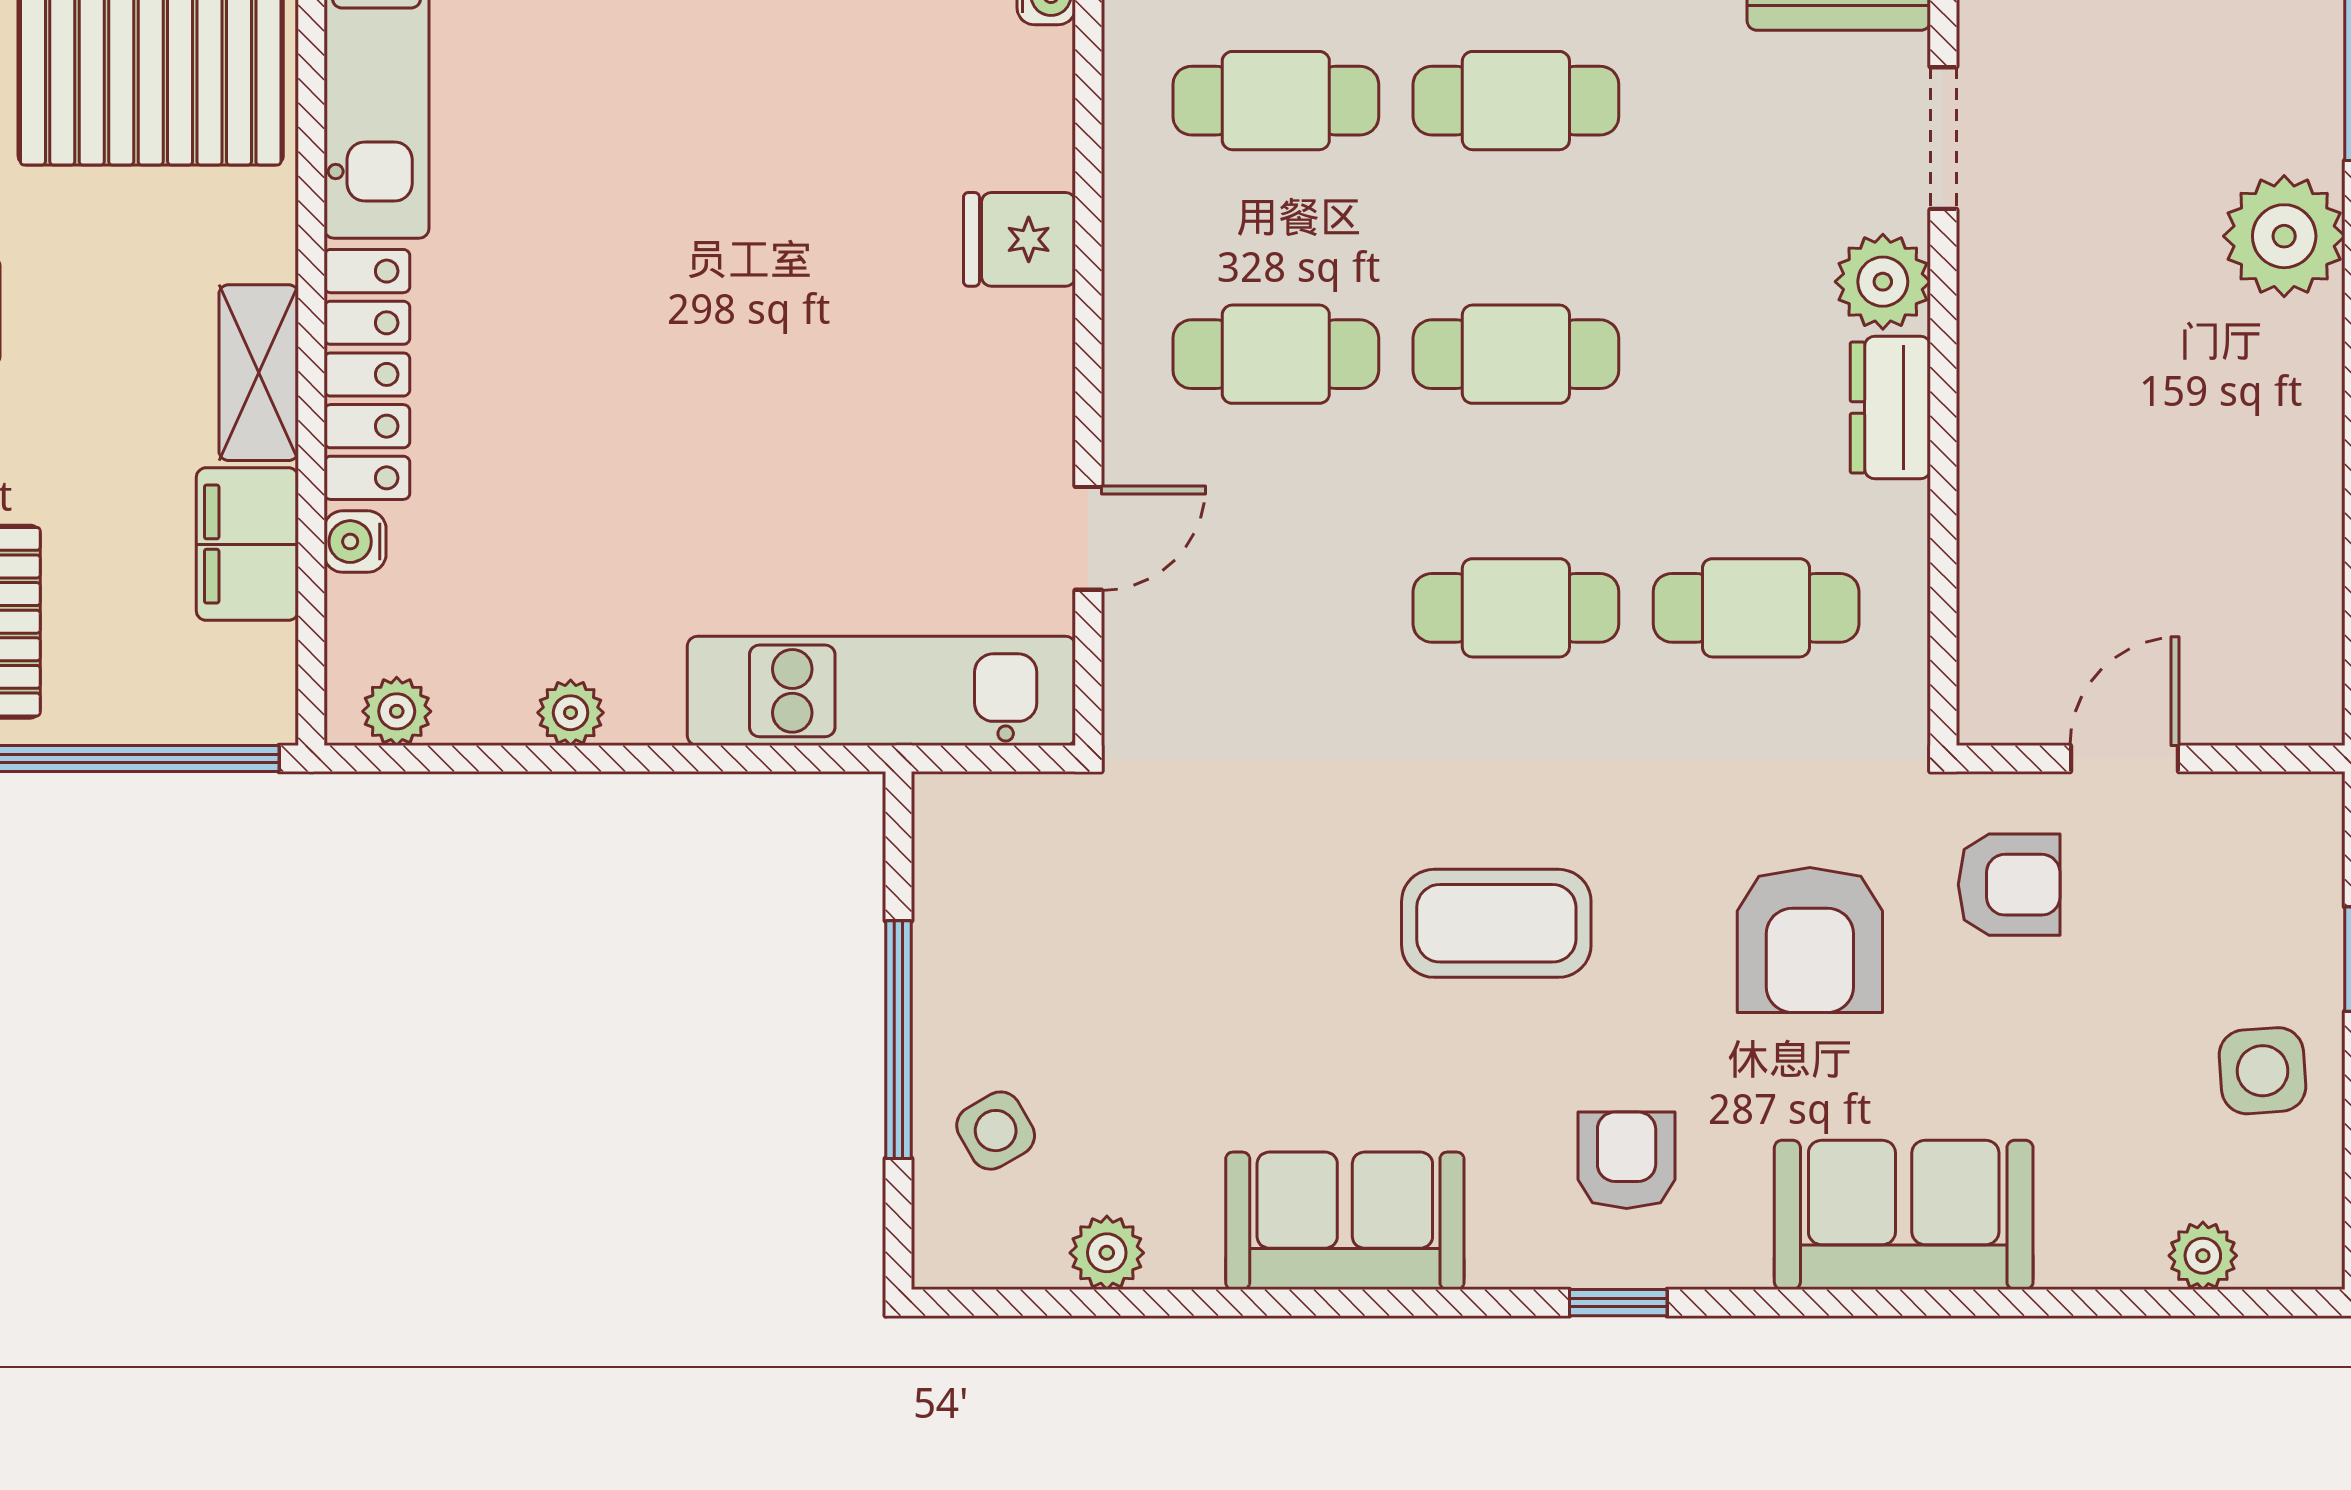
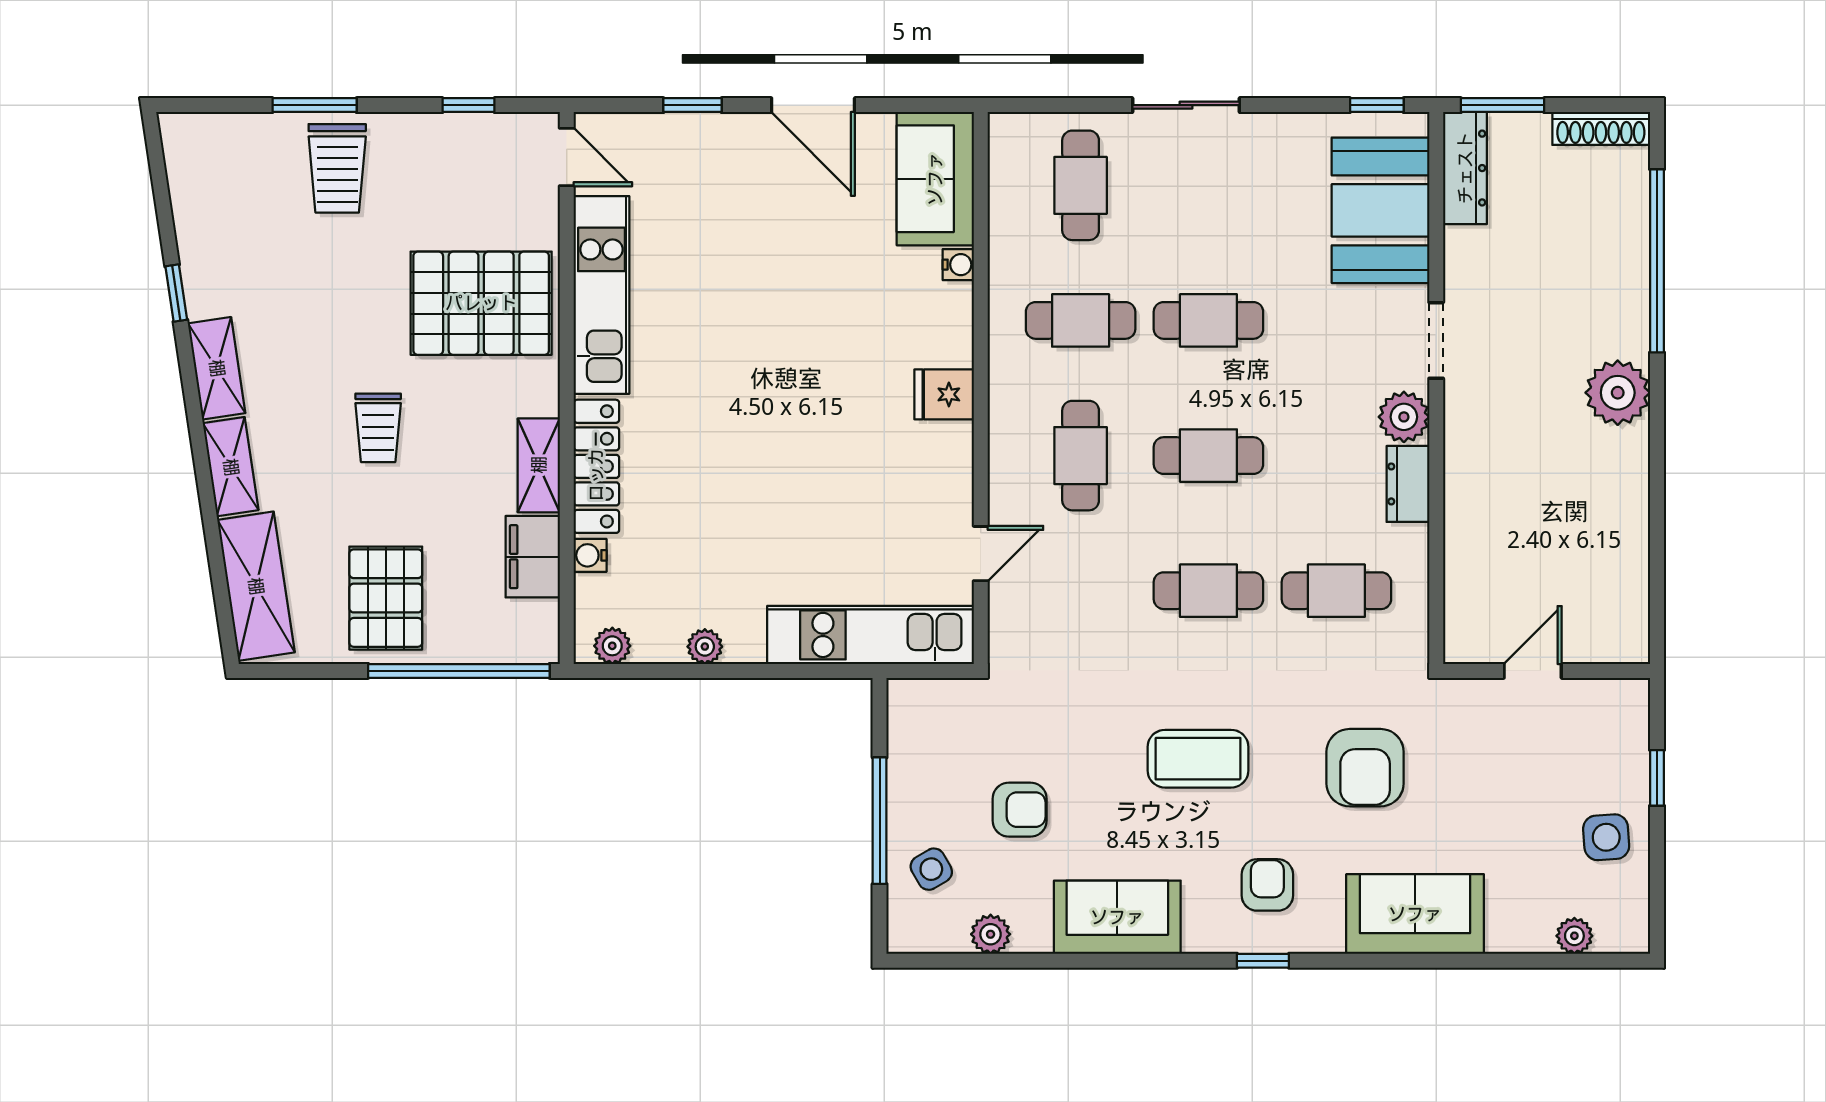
cafe table: (1276, 354) -> (1081, 456), turned 90
armchair: (2009, 885) -> (1020, 810), moved

